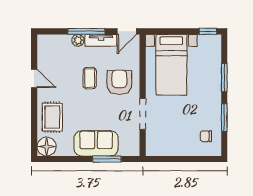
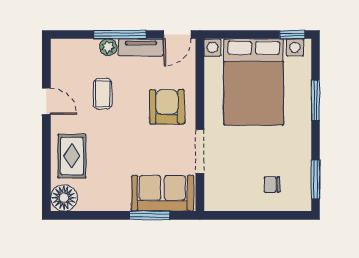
bed with nightstands: (171, 65) -> (254, 82), width x1.36
coffee table: (90, 78) -> (103, 94), moved
window: (224, 118) -> (316, 179), moved
chair: (206, 136) -> (272, 184), moved
sofa: (96, 143) -> (162, 193), moved

